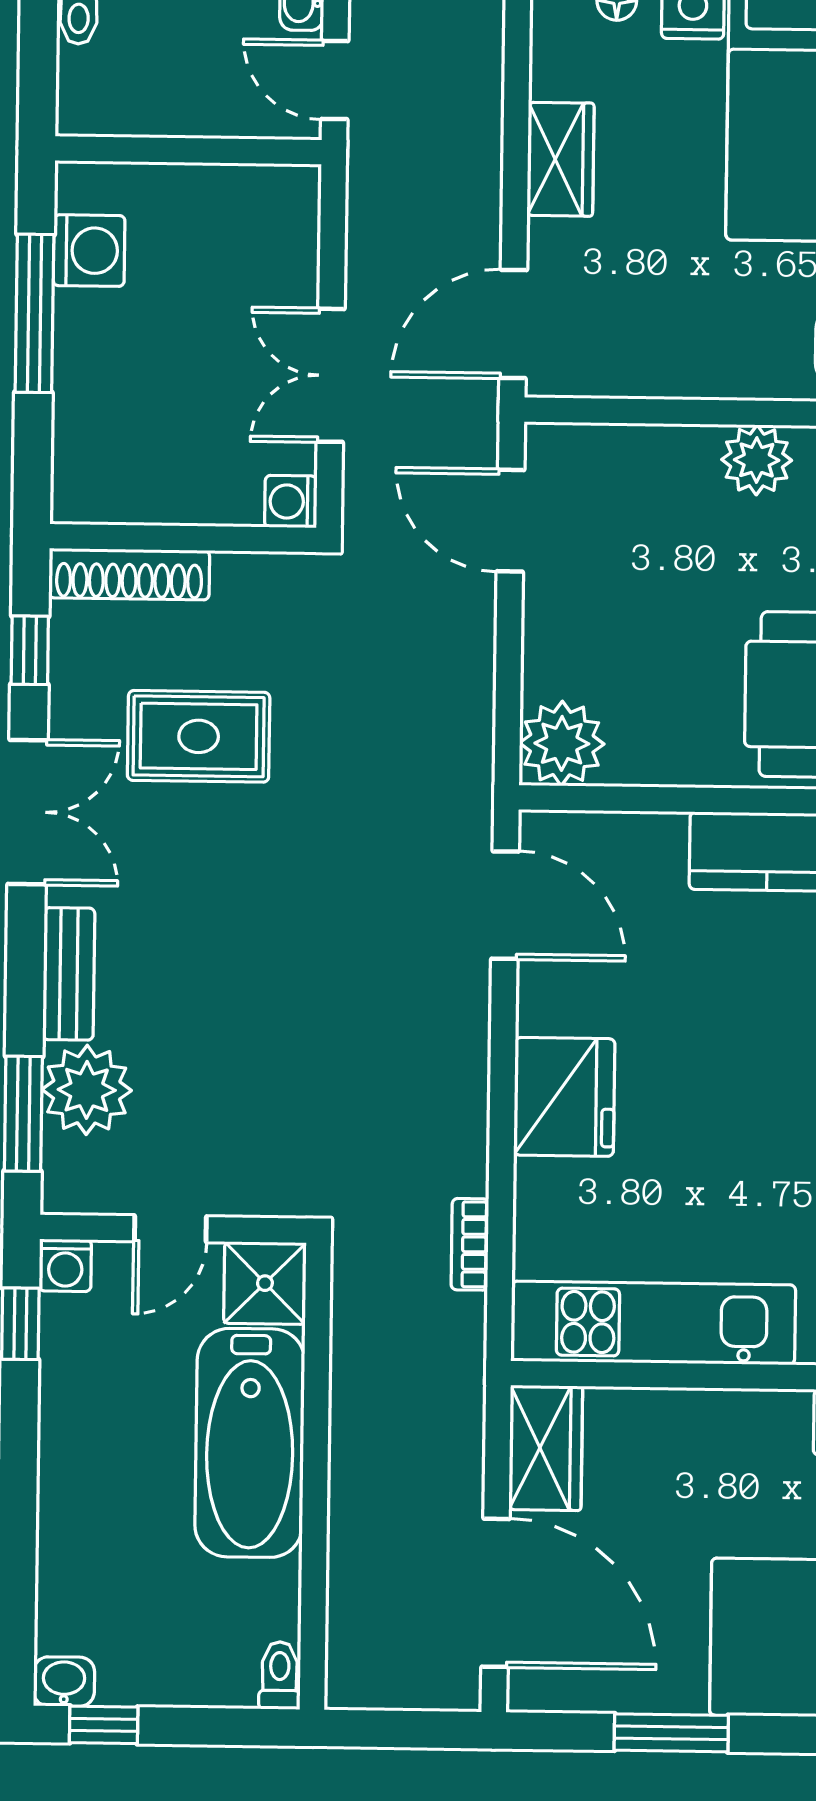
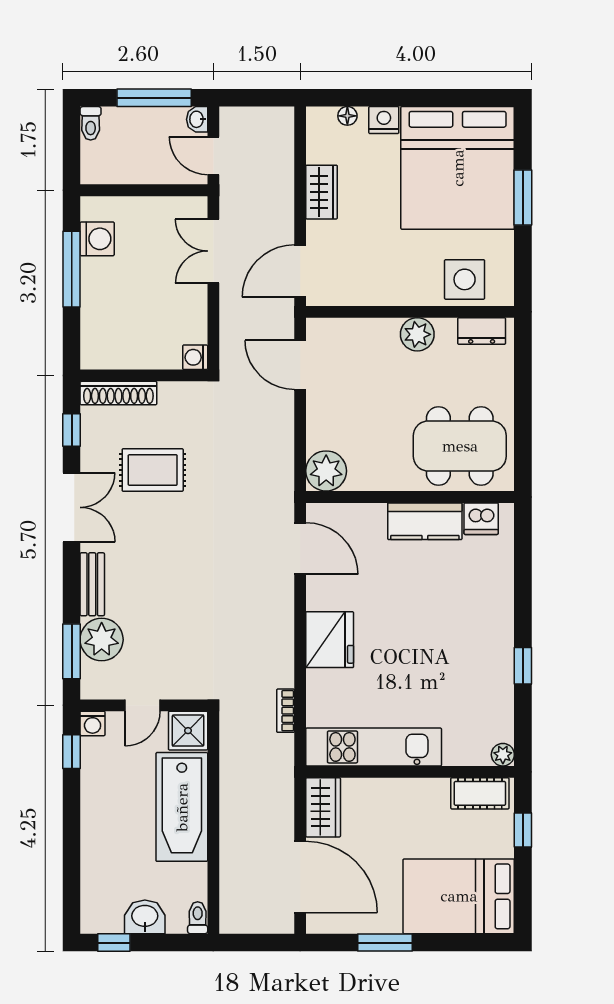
double door: (331, 375) -> (213, 251), moved
washbasin: (64, 1682) -> (145, 917), moved, width x1.38, depth x1.45

